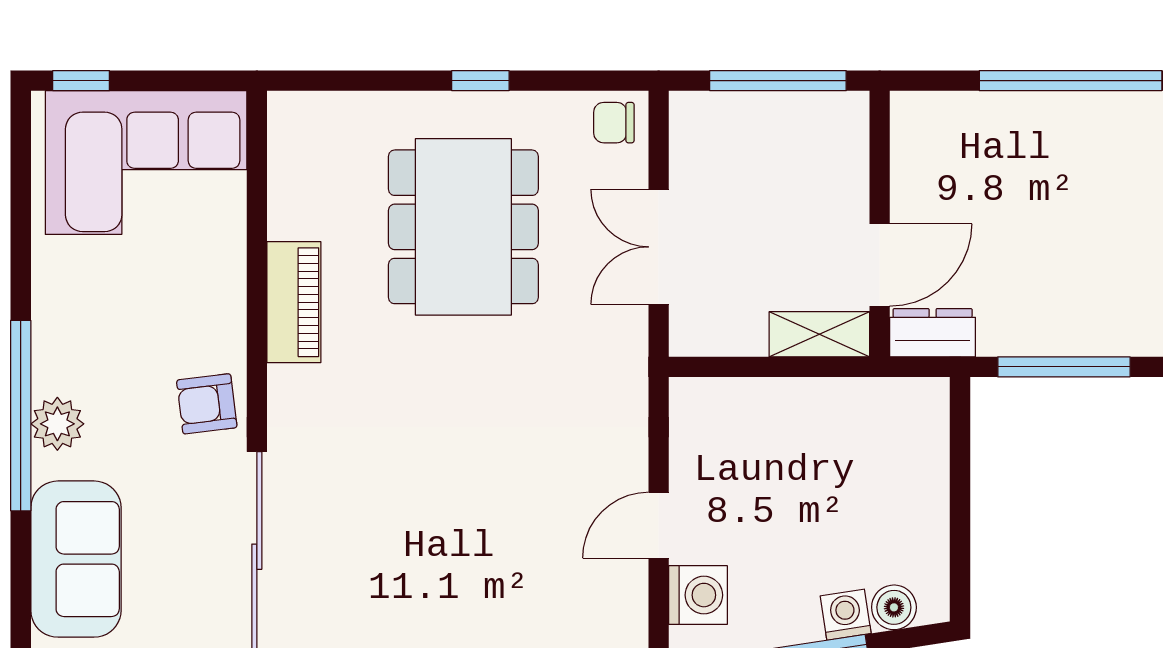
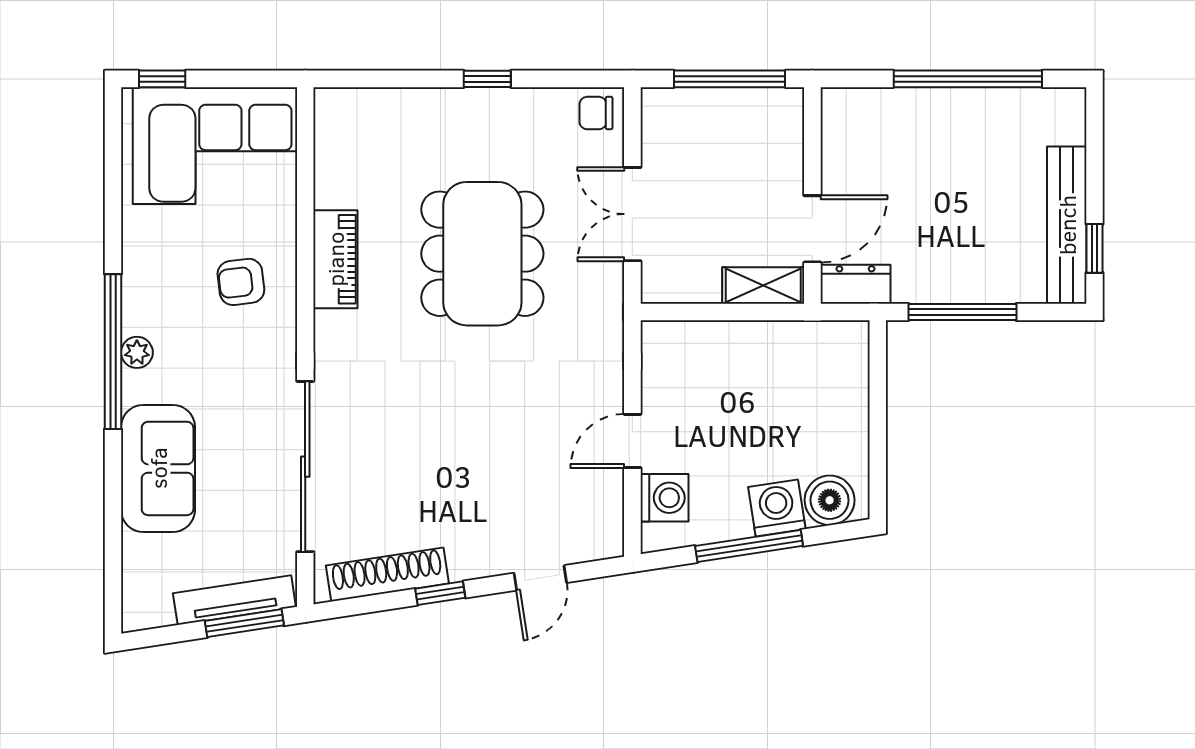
dining table: (463, 227) -> (482, 254), moved
armchair: (207, 404) -> (241, 282), moved
plant: (57, 424) -> (137, 352), width x0.73, depth x0.73
boiler: (894, 607) -> (830, 500), width x1.36, depth x1.36
washing machine: (846, 615) -> (777, 508), width x1.38, depth x1.38

